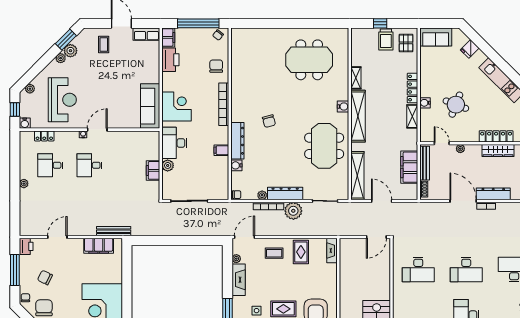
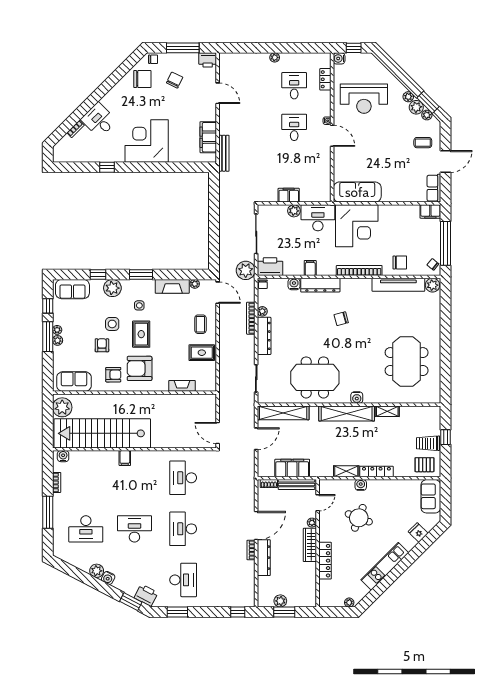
plant: (238, 35) -> (433, 285), added
printer: (170, 60) -> (270, 267), moved, turned 180
tv unit: (237, 67) -> (398, 285), added
plant: (30, 89) -> (427, 115), moved
corner desk: (176, 106) -> (357, 226), width x1.36, depth x1.36
wardrobe: (498, 150) -> (310, 545), moved
plant: (293, 211) -> (246, 270), moved
fireplace: (332, 250) -> (182, 386), moved

